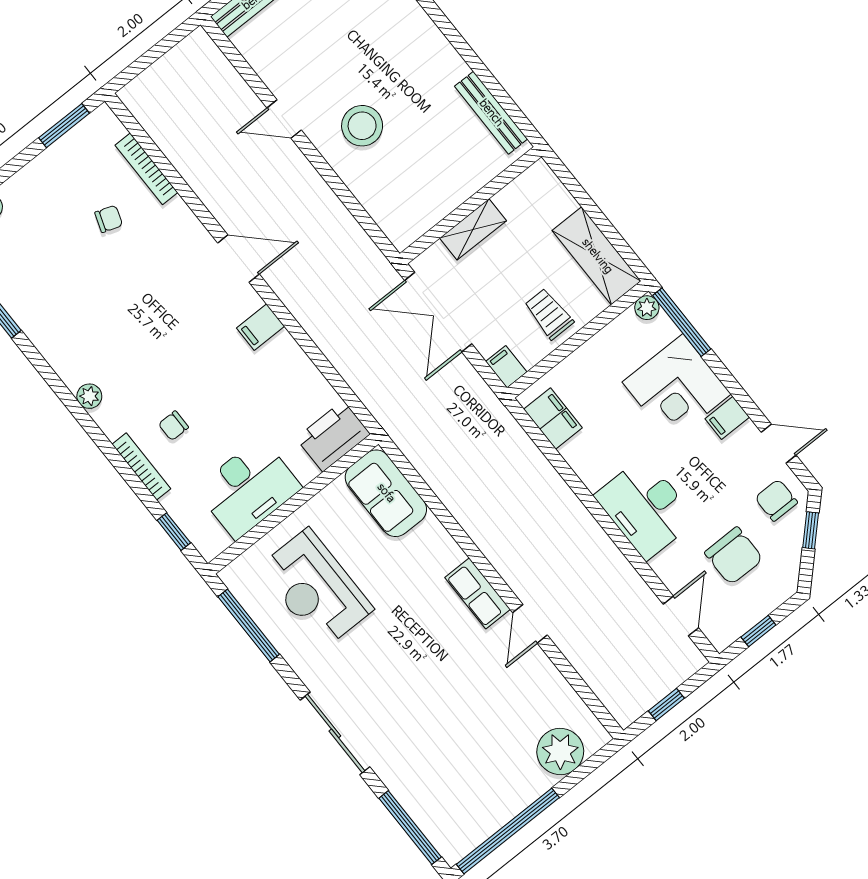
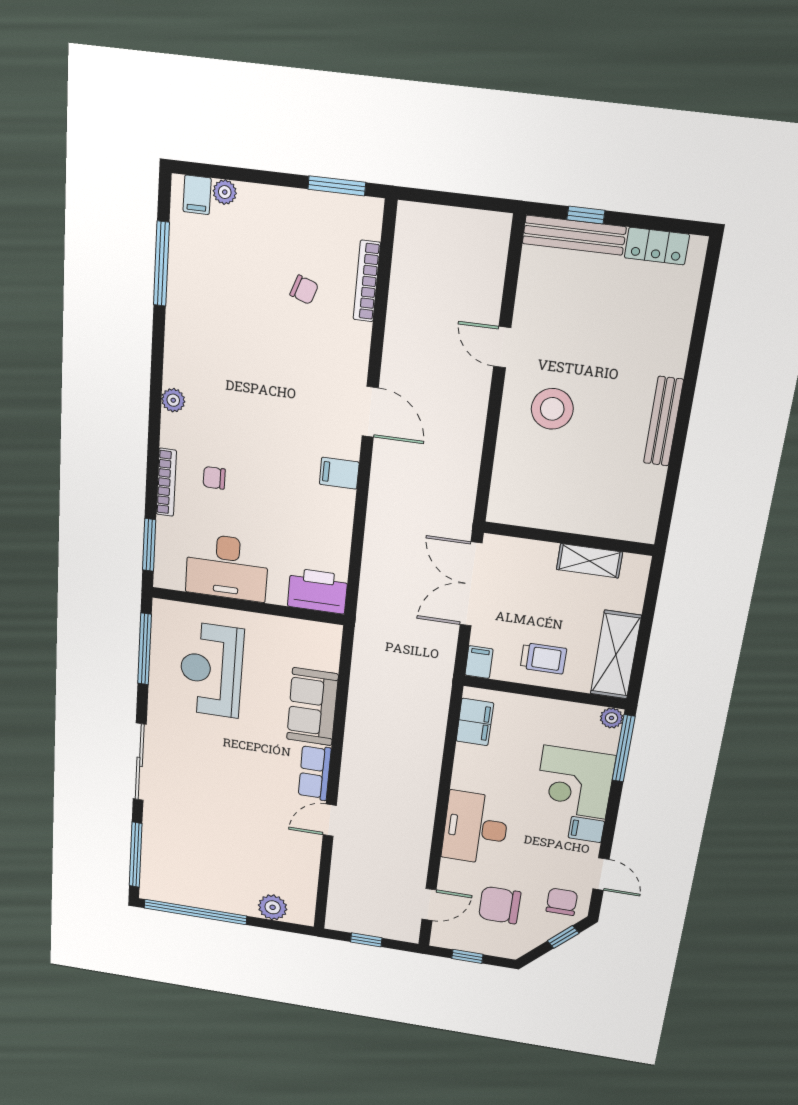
bench: (491, 113) -> (663, 421), moved
shelving: (473, 229) -> (589, 561), moved
trolley: (549, 314) -> (543, 658), turned 90
sofa: (386, 493) -> (312, 707), moved
window: (174, 532) -> (149, 545), width x1.50
chair: (734, 556) -> (500, 905), turned 90
plant: (560, 752) -> (273, 907), width x0.73, depth x0.73

